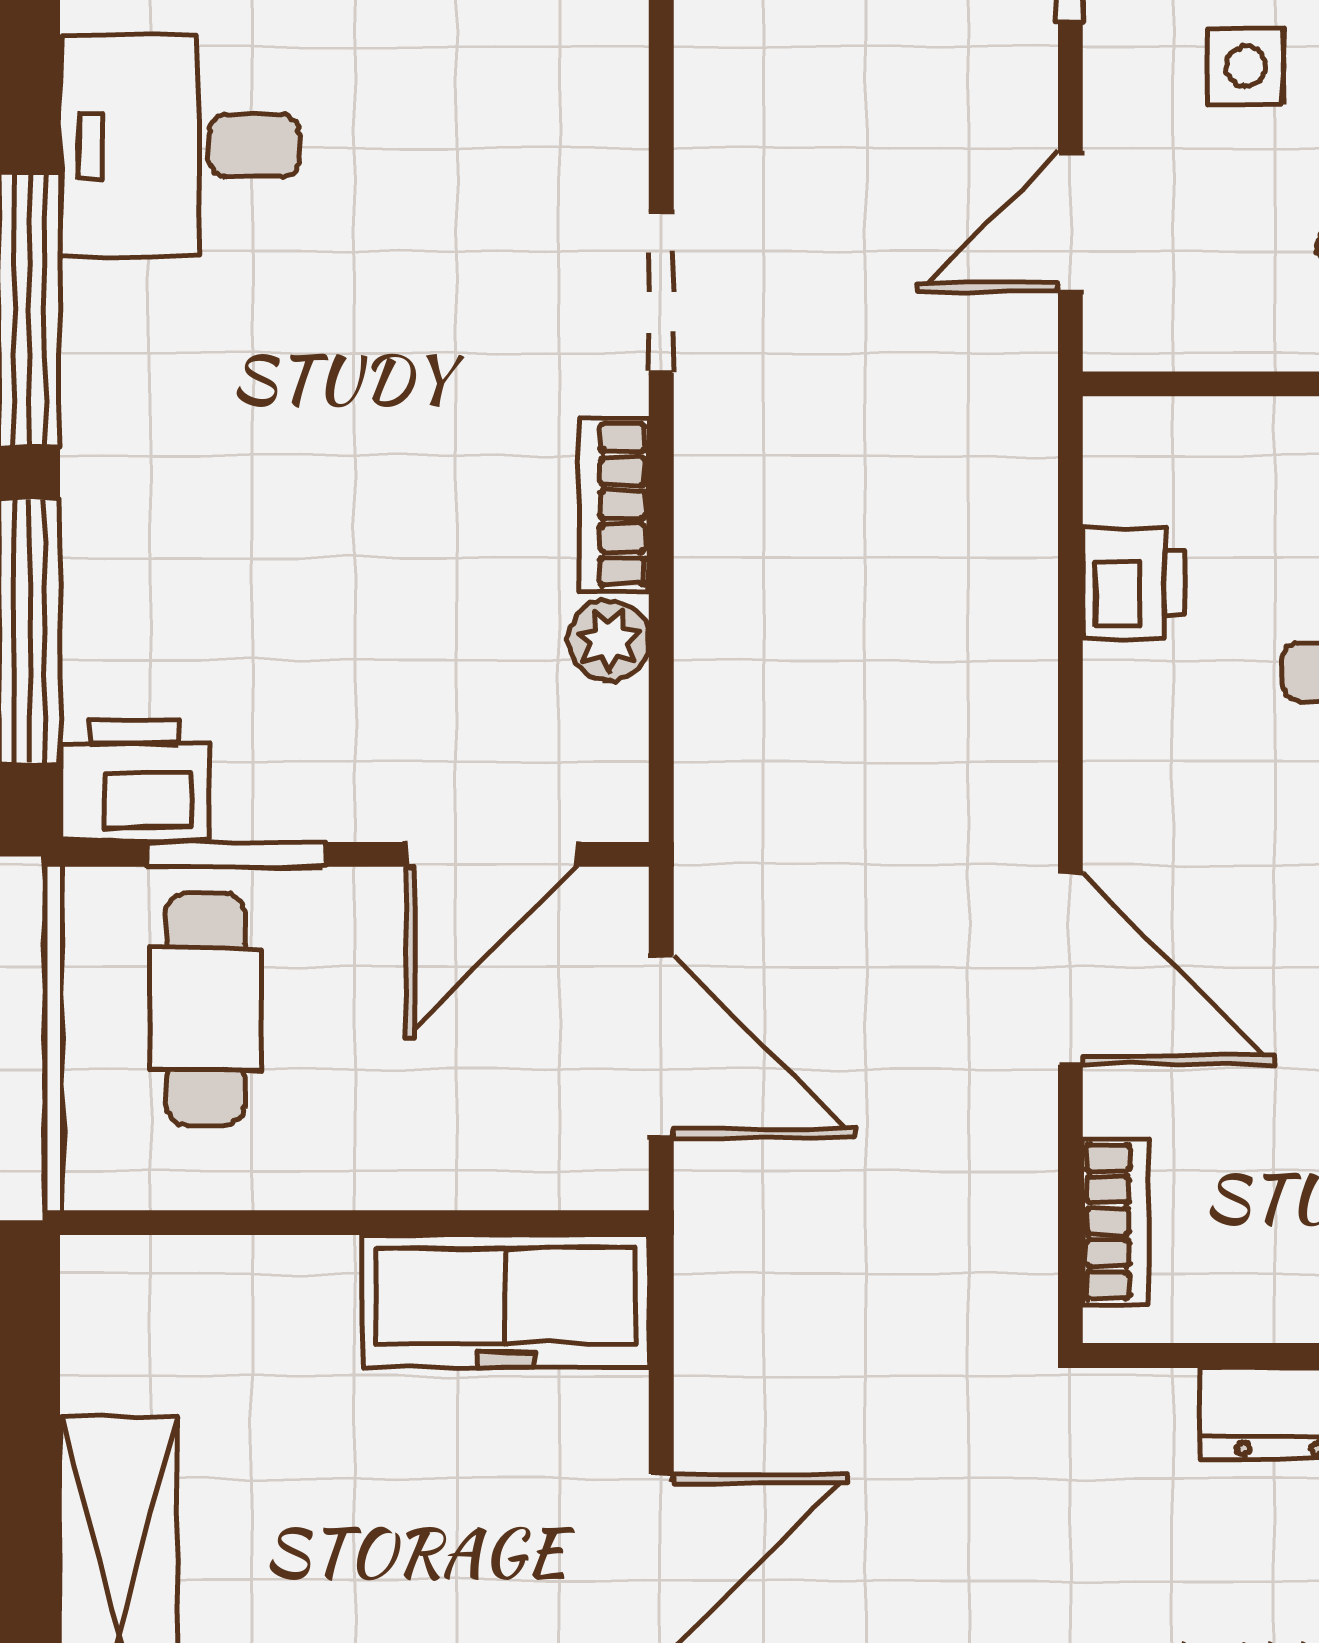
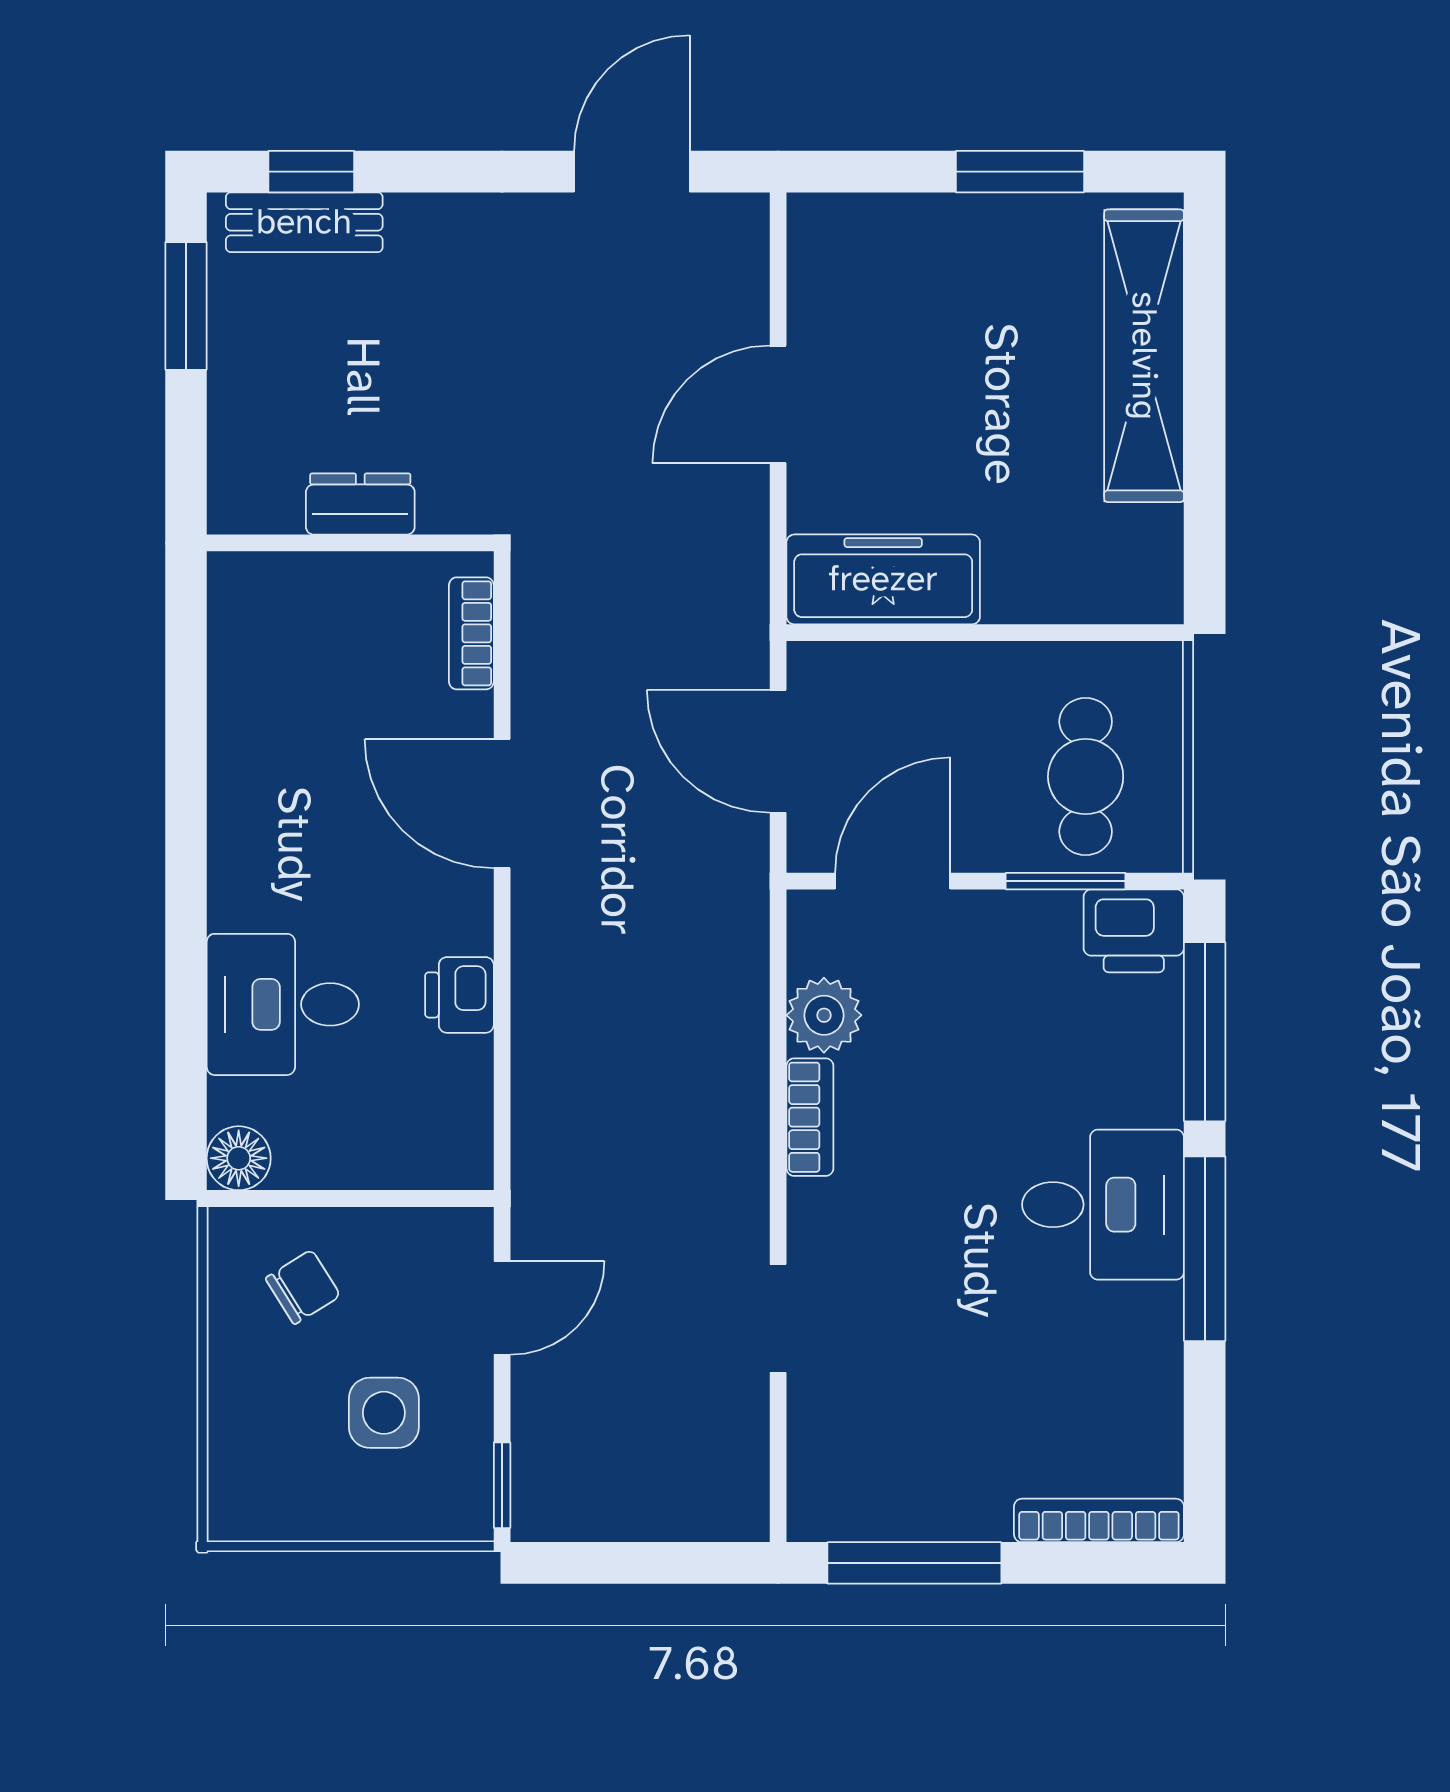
side table: (1245, 66) -> (384, 1413), width x1.37, depth x1.37
desk: (180, 146) -> (1103, 1205), moved
doorway: (661, 293) -> (778, 1318), moved
printer: (1134, 583) -> (459, 995), moved
plant: (608, 640) -> (824, 1015), width x1.38, depth x1.38

